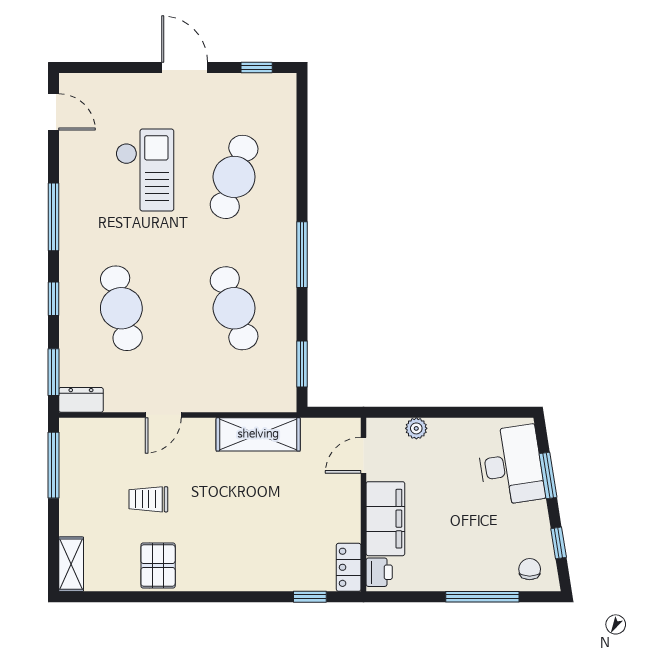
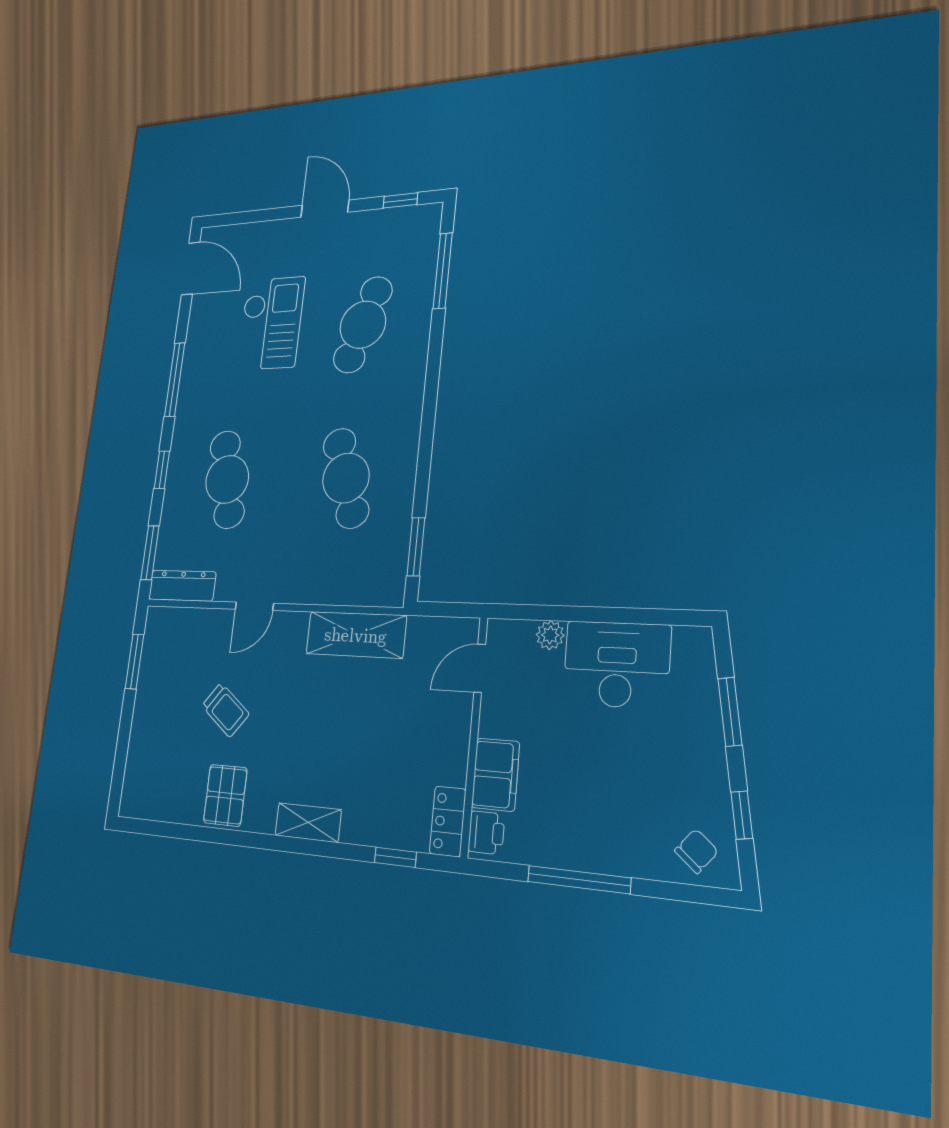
door: (53, 112) -> (191, 268), width x1.38
window: (302, 255) -> (443, 271), moved
dresser: (81, 400) -> (182, 586), width x1.44
window: (53, 465) -> (134, 661), width x0.69
desk: (511, 465) -> (617, 665), moved, turned -81
trolley: (148, 499) -> (225, 710), turned -142
filing cabinet: (385, 519) -> (496, 775), width x0.67, depth x0.86
shelving: (71, 564) -> (308, 823), moved, turned 90
chair: (530, 569) -> (696, 851), turned 40
window: (482, 597) -> (579, 880), moved

